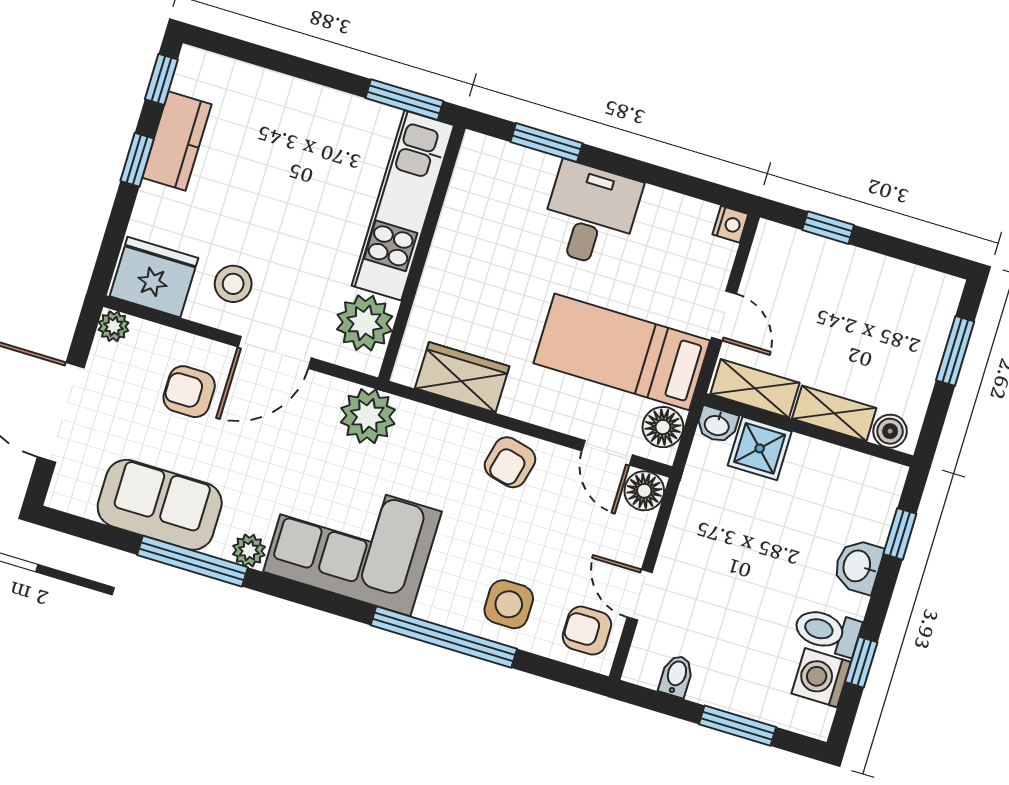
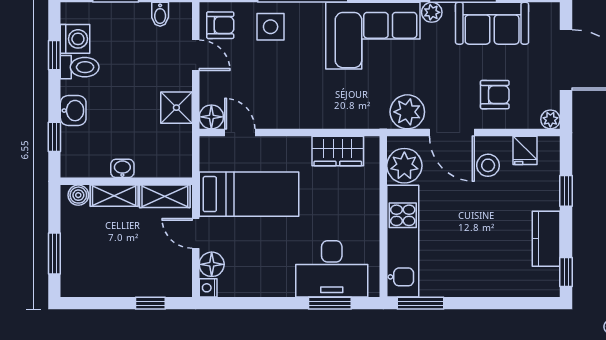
window: (137, 160) -> (566, 191), moved
desk: (590, 214) -> (332, 269), moved, width x1.37
fridge: (154, 277) -> (525, 150), width x0.53, depth x0.75
door: (275, 352) -> (452, 133), swing flipped
plant: (368, 416) -> (407, 112), moved
washbasin: (717, 425) -> (122, 168), moved
floor lamp: (663, 427) -> (212, 264), moved
shower: (760, 448) -> (176, 108), moved
armchair: (510, 462) -> (295, 110), removed

